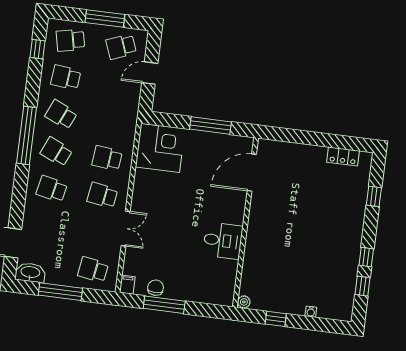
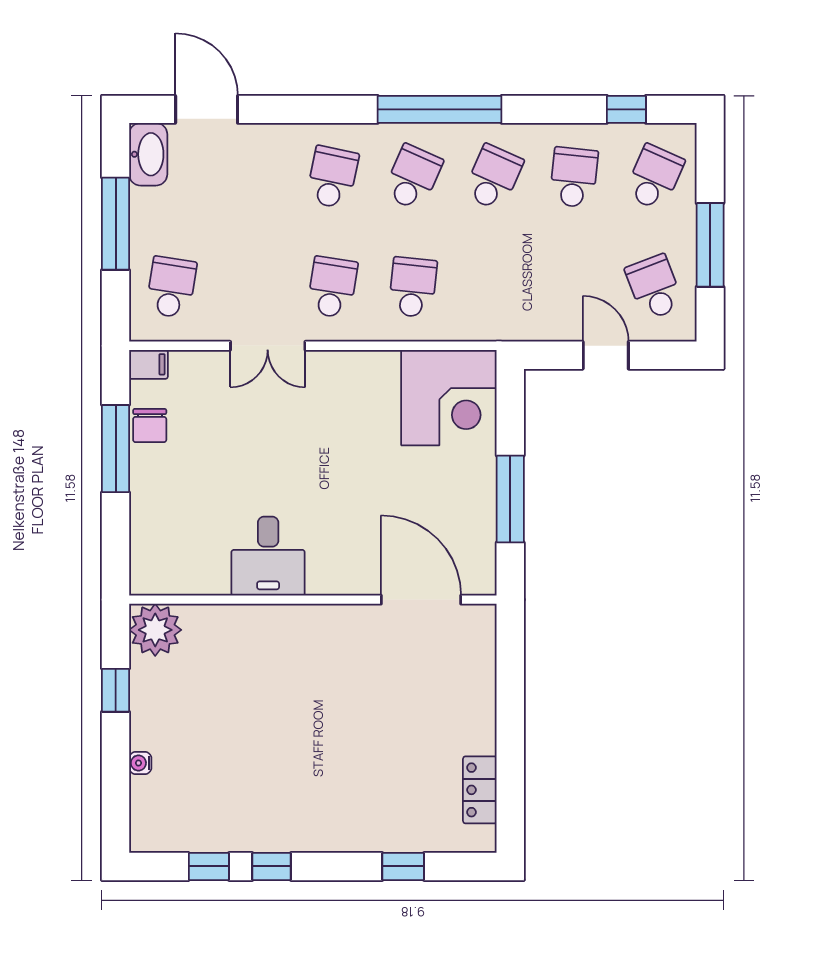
school desk: (70, 40) -> (654, 177), turned 36
chair: (156, 288) -> (150, 426), turned 90
plant: (244, 302) -> (155, 630), width x1.88, depth x1.88

